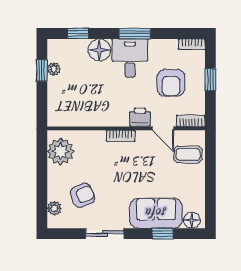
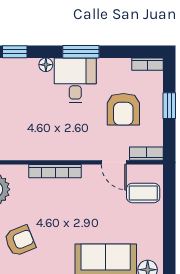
floor lamp: (99, 50) -> (46, 65), width x0.53, depth x0.53
printer: (140, 117) -> (87, 149), removed
bookcase: (121, 136) -> (55, 171), width x1.56

